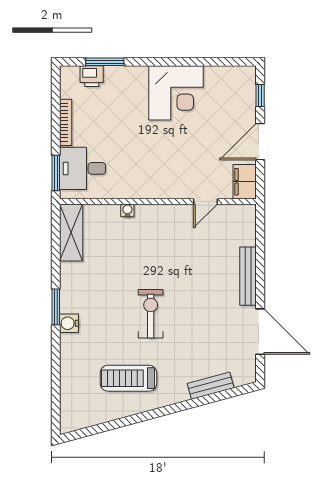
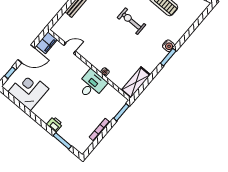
printer: (92, 76) -> (55, 124), moved
corner desk: (176, 93) -> (28, 90), moved
desk: (83, 168) -> (92, 85), moved, turned -90
exercise bike: (151, 314) -> (132, 21), turned 90

